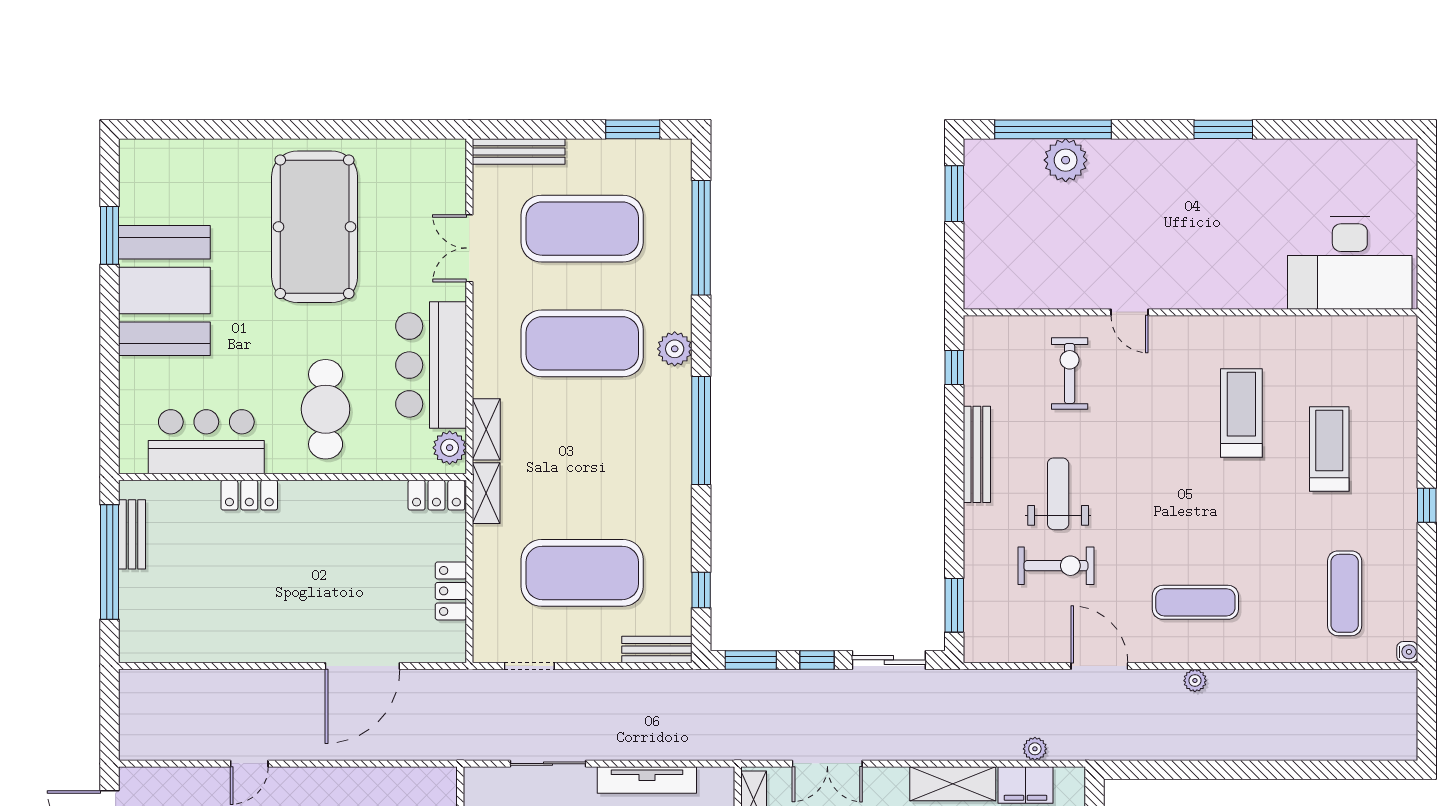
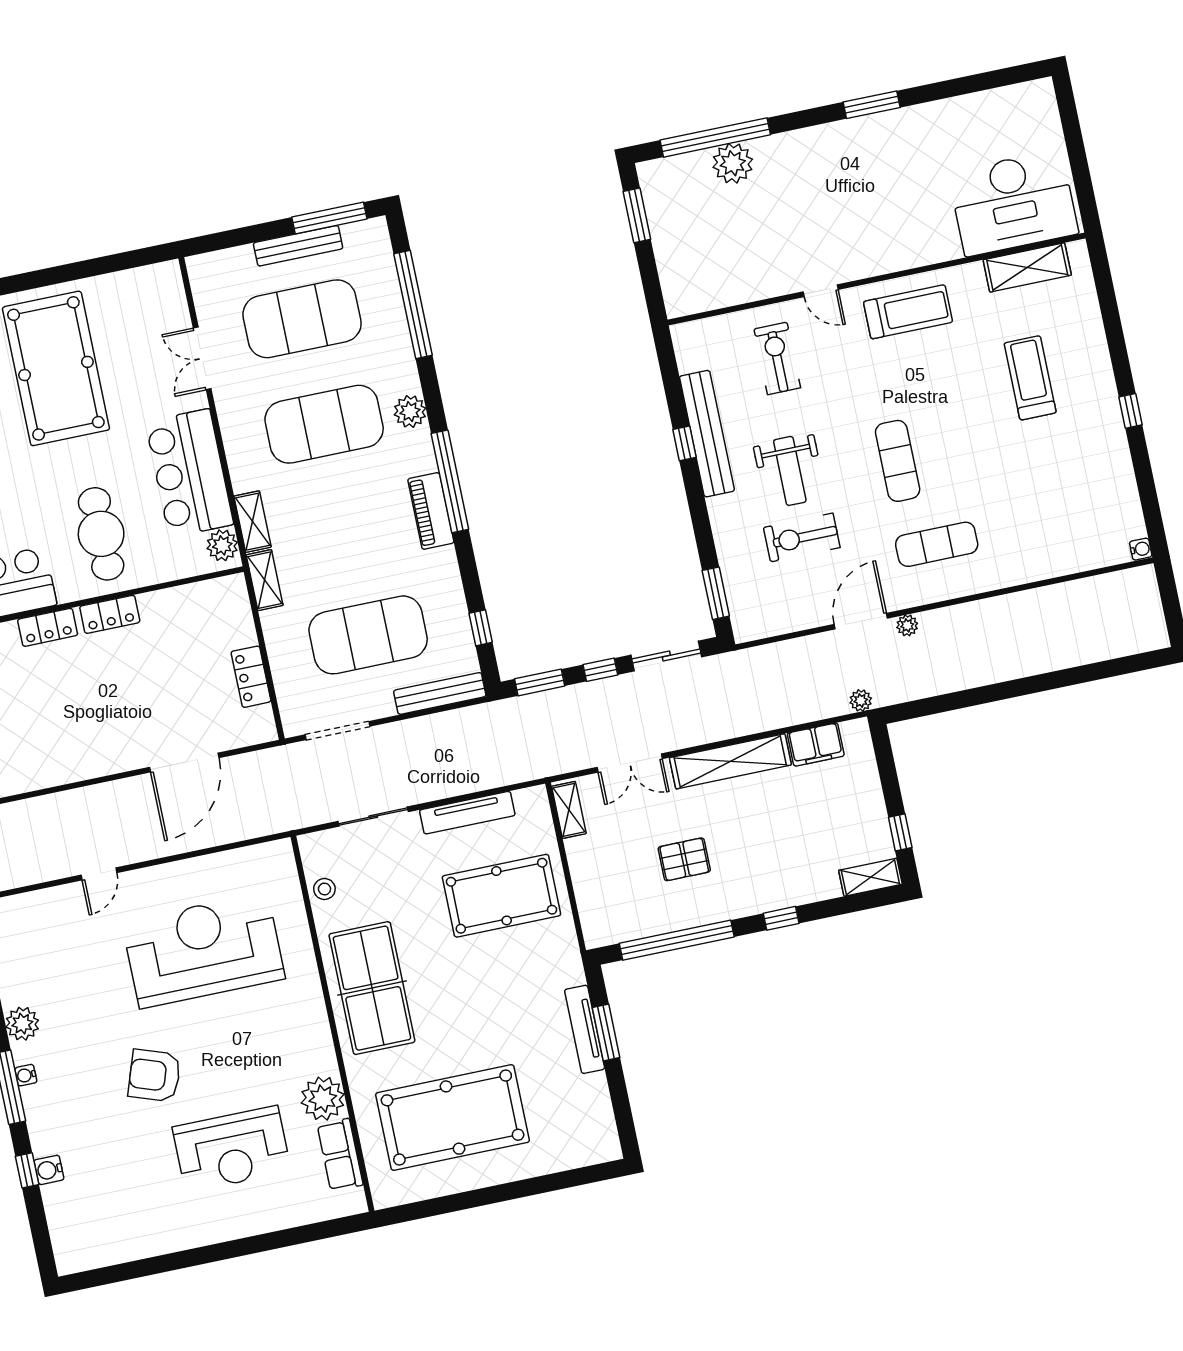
window: (633, 129) -> (329, 218), width x1.44
bench: (519, 151) -> (298, 246), moved
shelving: (1350, 333) -> (1027, 267), added
window: (954, 368) -> (684, 443), moved
treadmill: (1241, 413) -> (908, 312), moved, turned 90
bench: (977, 454) -> (707, 434), width x1.37, depth x1.21
piano: (675, 457) -> (431, 511), added
weight bench: (1058, 494) -> (790, 471), turned 180
locker: (436, 495) -> (110, 614), moved
exercise bike: (1056, 566) -> (802, 537), turned 180
exercise mat: (1345, 593) -> (898, 461), moved
bench: (657, 650) -> (440, 693), width x1.36
doorway: (529, 666) -> (337, 731), width x1.38
door: (1099, 666) -> (861, 621), hinge flipped
plant: (1195, 681) -> (907, 625), moved
plant: (1035, 749) -> (861, 701), moved
shelving: (953, 784) -> (730, 761), width x1.47

